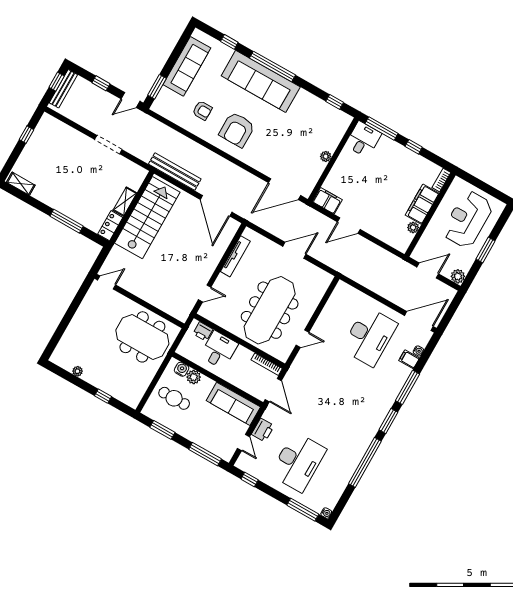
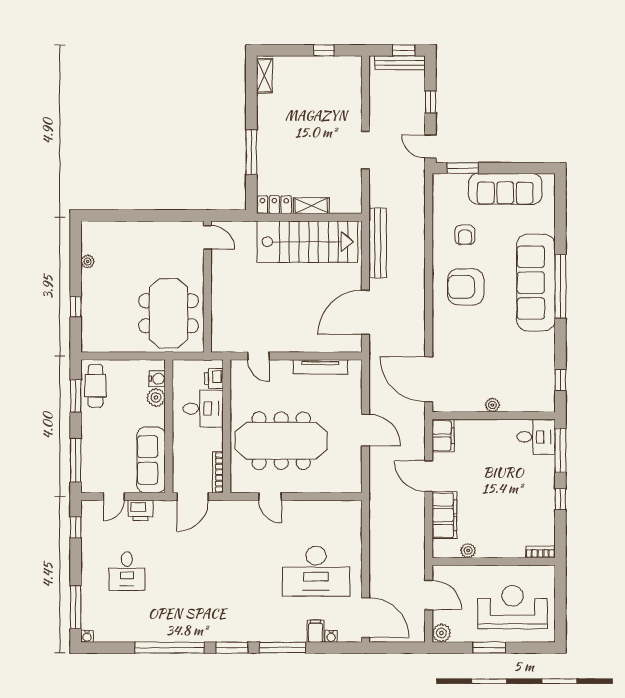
window: (229, 42) -> (560, 221), removed
filing cabinet: (422, 204) -> (444, 515), moved, turned 90
cafe table: (174, 398) -> (95, 386), moved
desk: (298, 462) -> (127, 571), width x0.53, depth x0.77

